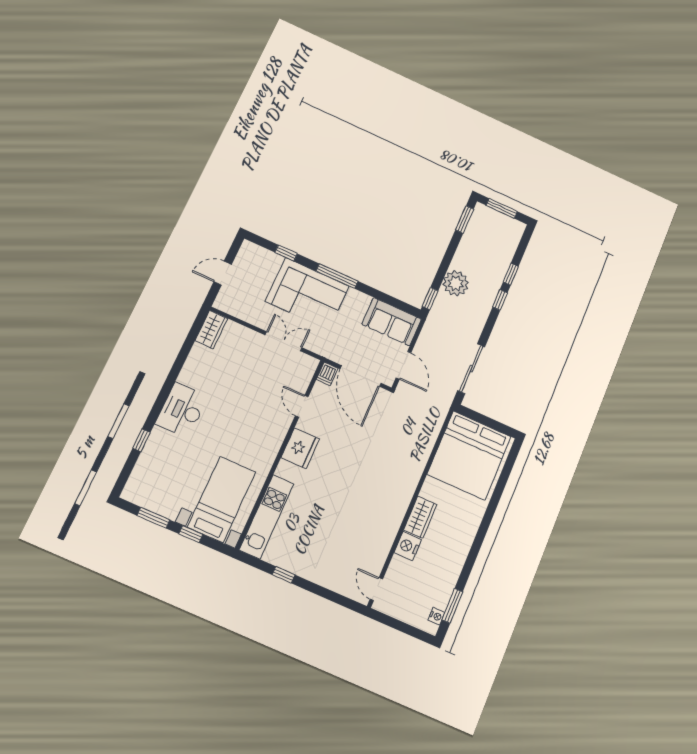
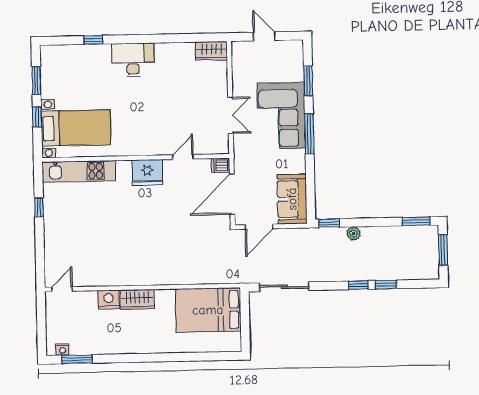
window: (286, 253) -> (308, 81), width x1.50
plant: (456, 283) -> (354, 233), width x0.53, depth x0.53
bed: (469, 455) -> (208, 310), width x0.73

